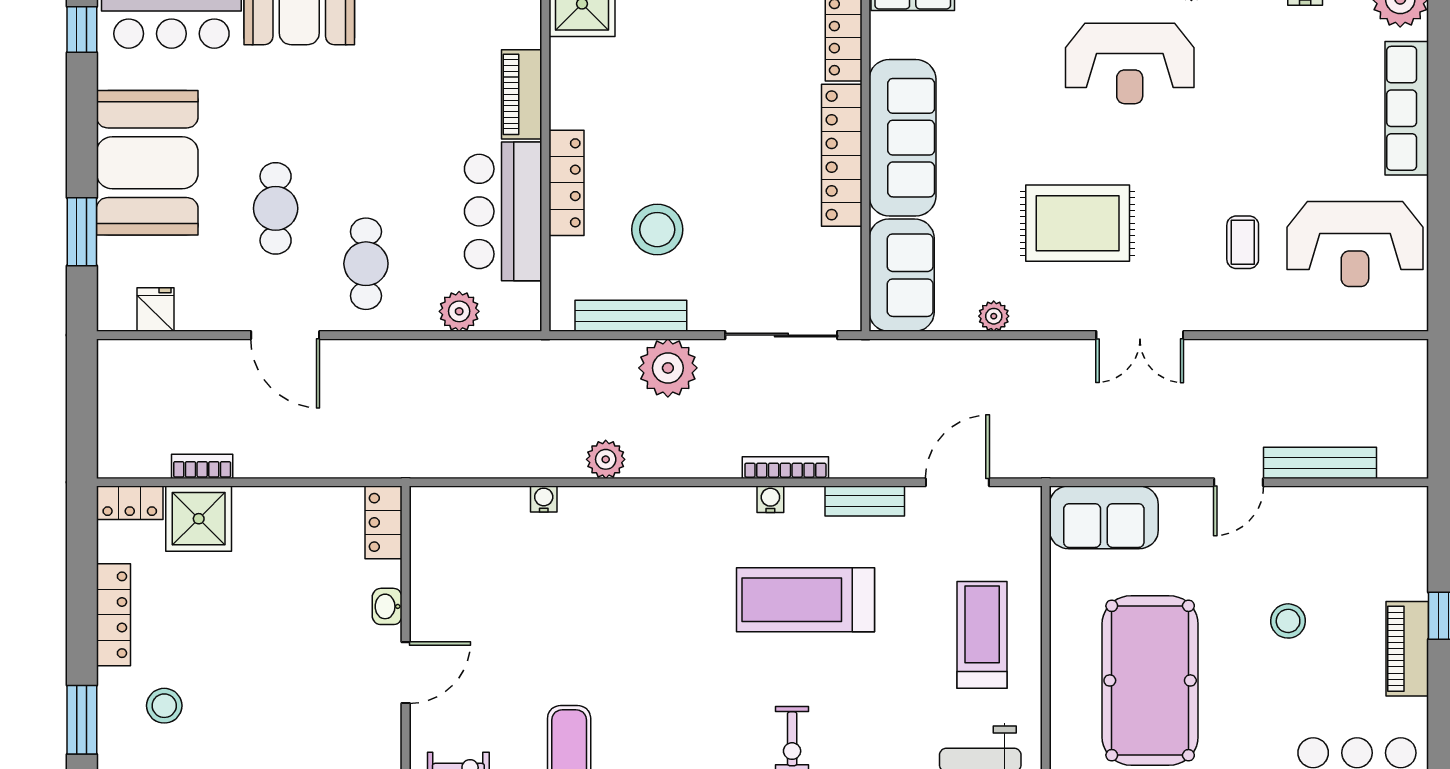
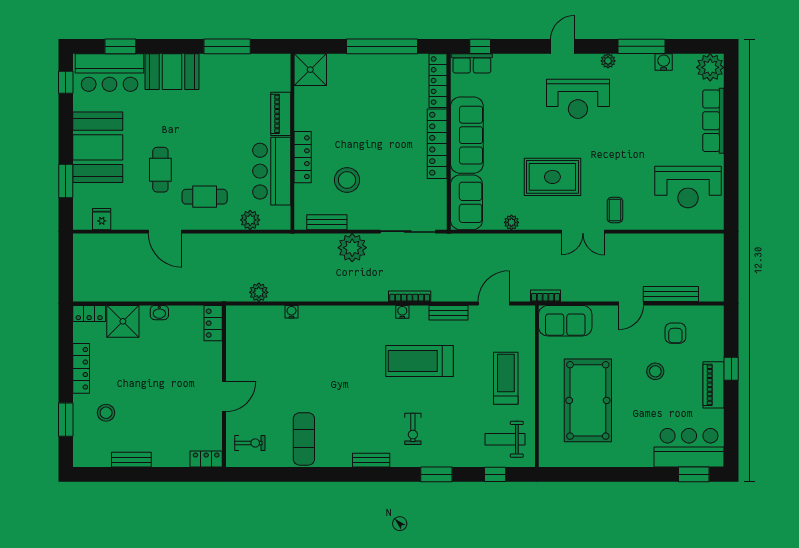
coffee table: (1243, 242) -> (615, 210), moved
cafe table: (366, 264) -> (205, 197), turned 90
bench: (631, 316) -> (327, 222), width x0.73
plant: (606, 459) -> (259, 292), moved
bookcase: (202, 466) -> (545, 296), moved
armchair: (1329, 543) -> (675, 333), added
washbasin: (387, 606) -> (159, 313), moved, turned -90

